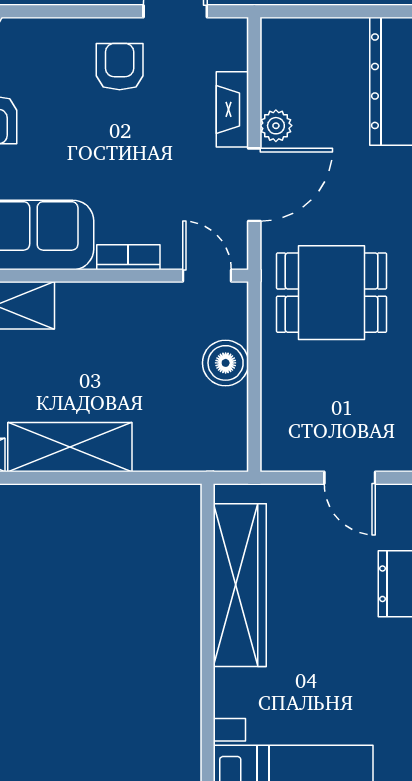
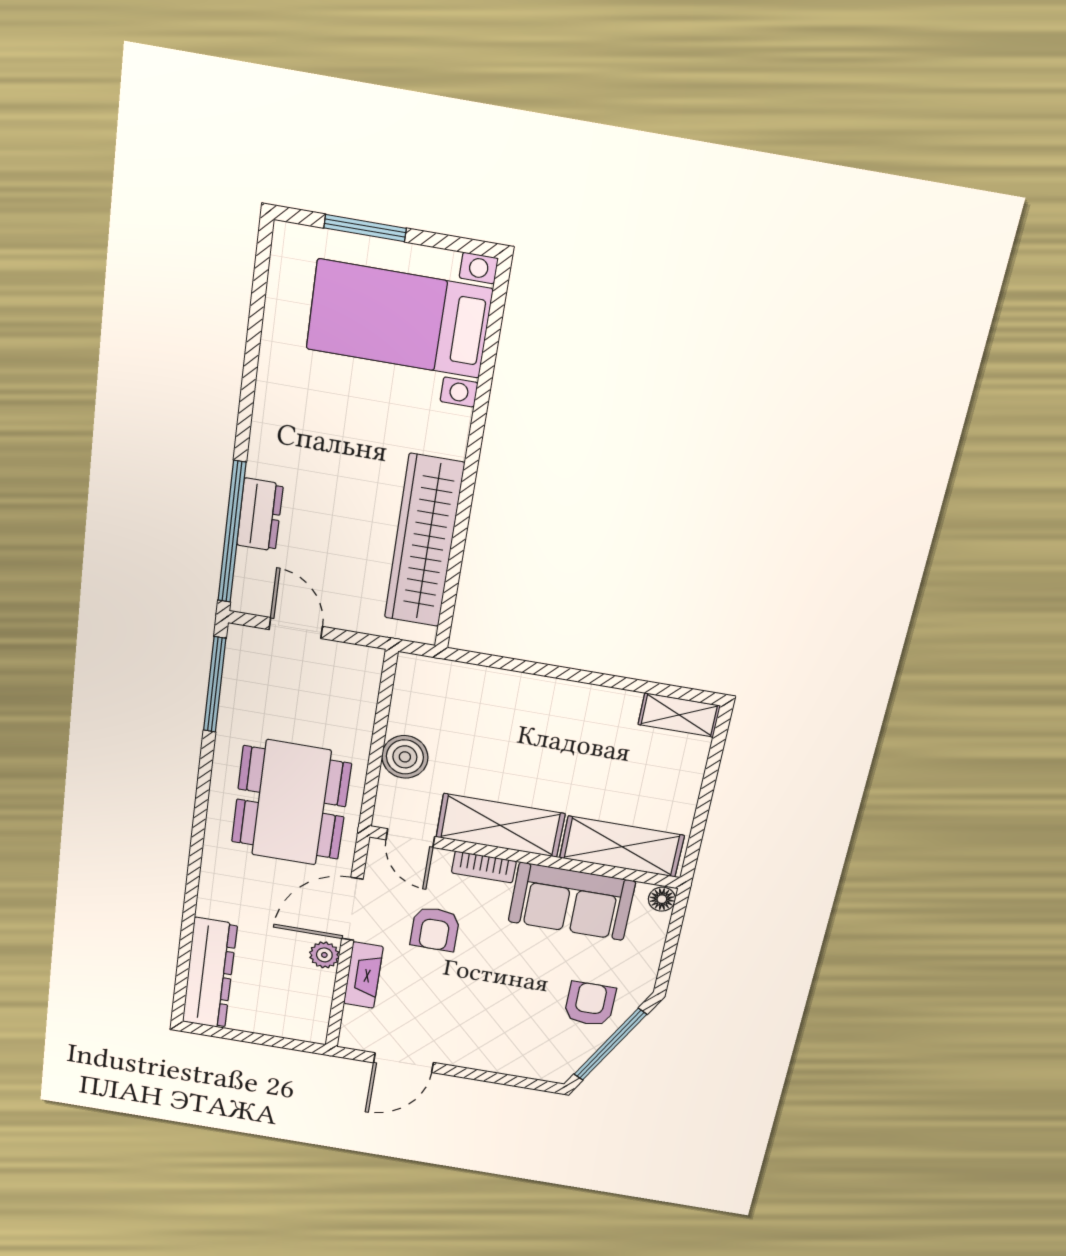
armchair: (120, 67) -> (435, 929), moved
dining table: (332, 293) -> (291, 803), width x1.38
shelving: (70, 447) -> (500, 825), moved

